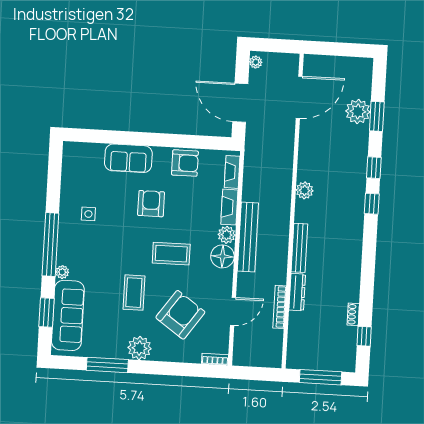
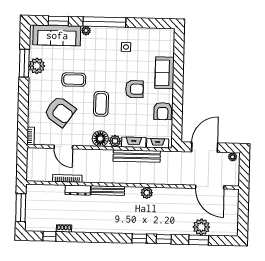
bench: (248, 237) -> (137, 156), moved
plant: (139, 348) -> (37, 66), moved

